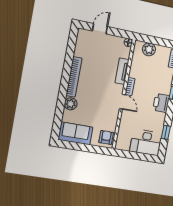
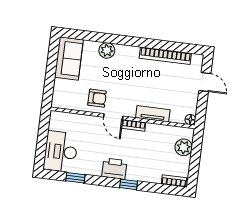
bookcase: (74, 77) -> (165, 56), moved
door: (122, 102) -> (113, 117), hinge flipped
armchair: (106, 137) -> (97, 98), moved

